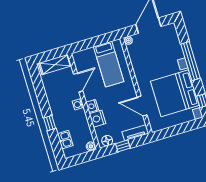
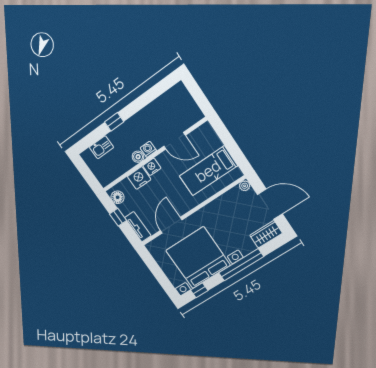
wardrobe: (171, 35) -> (266, 234), added
shelving: (55, 64) -> (187, 104), removed
boiler: (91, 146) -> (138, 157), moved

